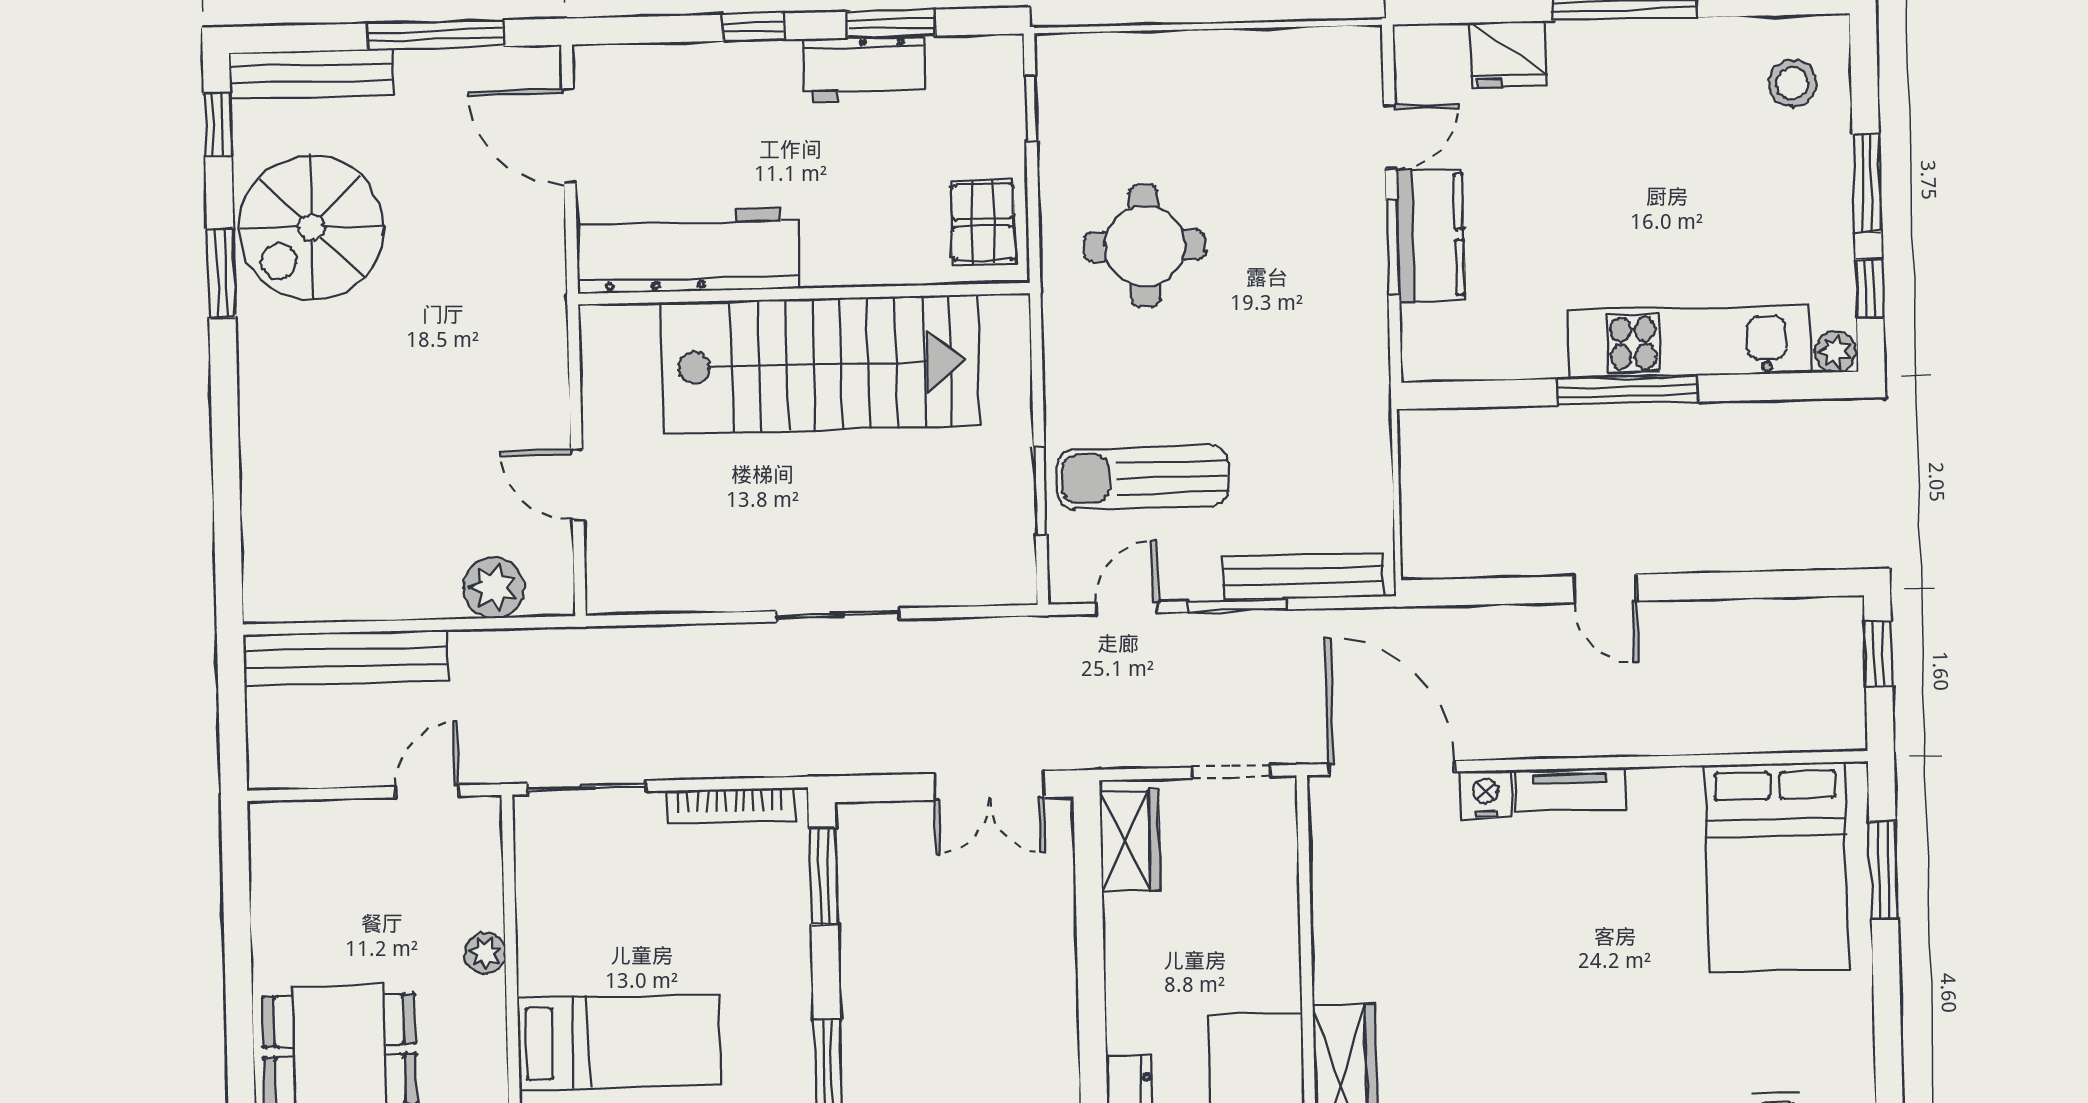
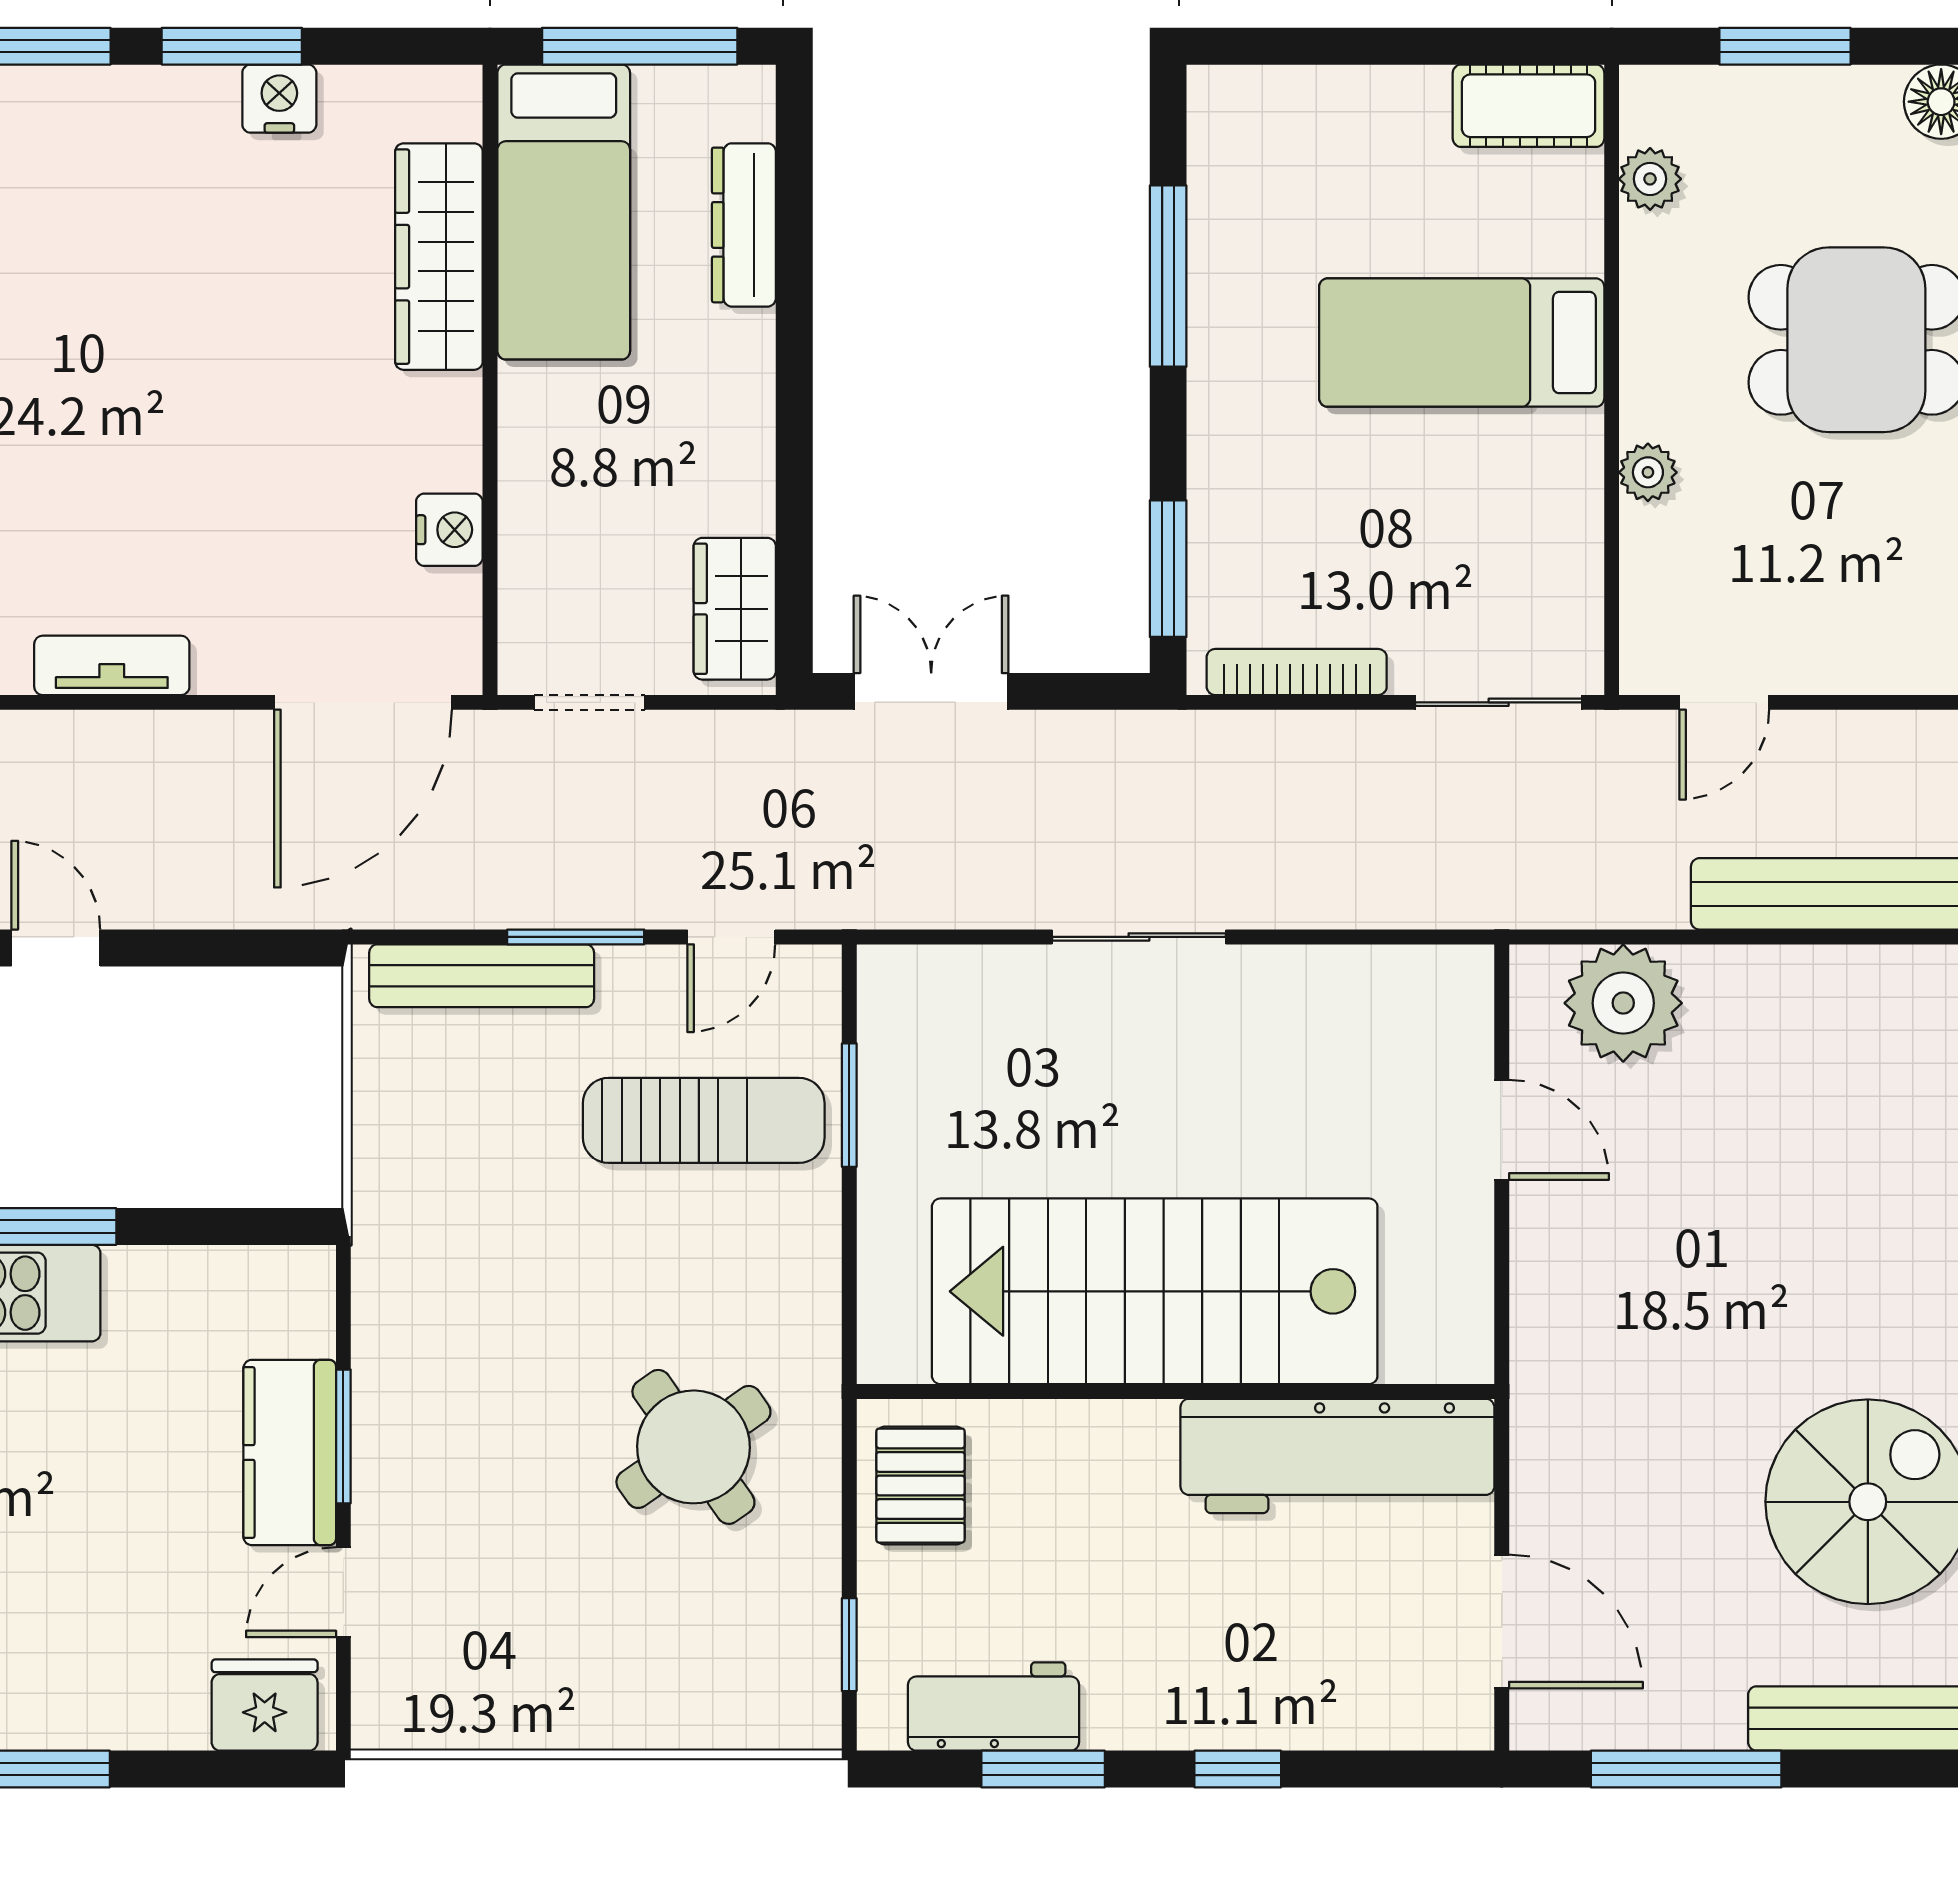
fridge: (1508, 54) -> (265, 1705), moved
workbench: (864, 69) -> (994, 1706), moved
round table: (1145, 246) -> (693, 1447), turned -35
plant: (494, 588) -> (1623, 1003), width x1.36, depth x1.36
door: (1392, 768) -> (363, 702), hinge flipped
nightstand: (1485, 794) -> (449, 530), moved, turned -90

